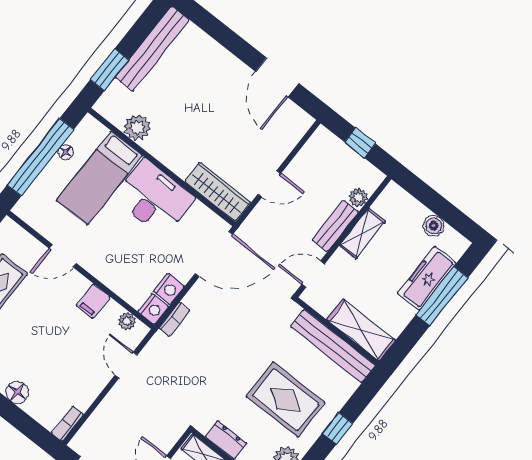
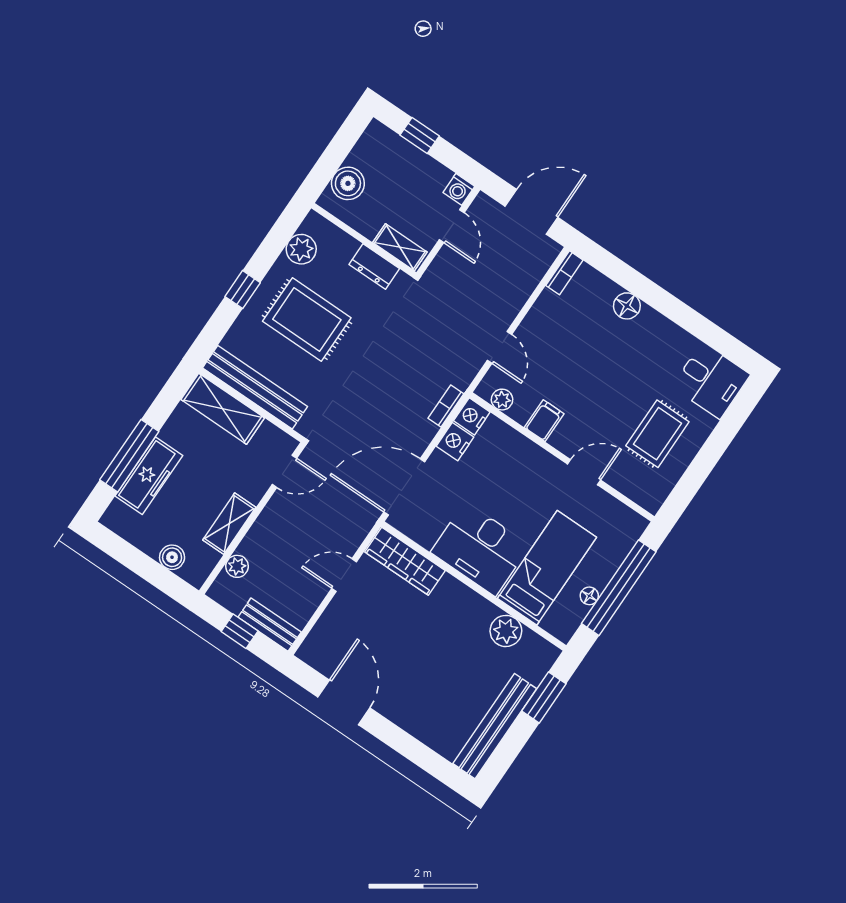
bench: (335, 226) -> (270, 625), moved, turned 90
boiler: (434, 226) -> (172, 557), moved

